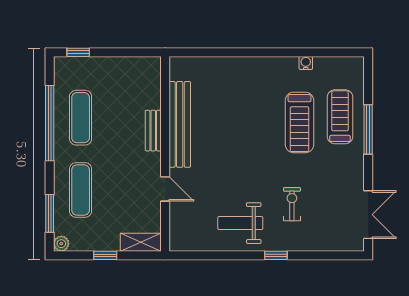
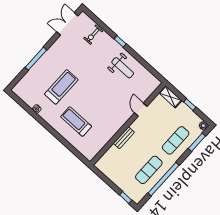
treadmill: (340, 117) -> (76, 121), moved, turned 90
bench: (180, 124) -> (111, 130), removed
exercise bike: (292, 204) -> (93, 35), moved

